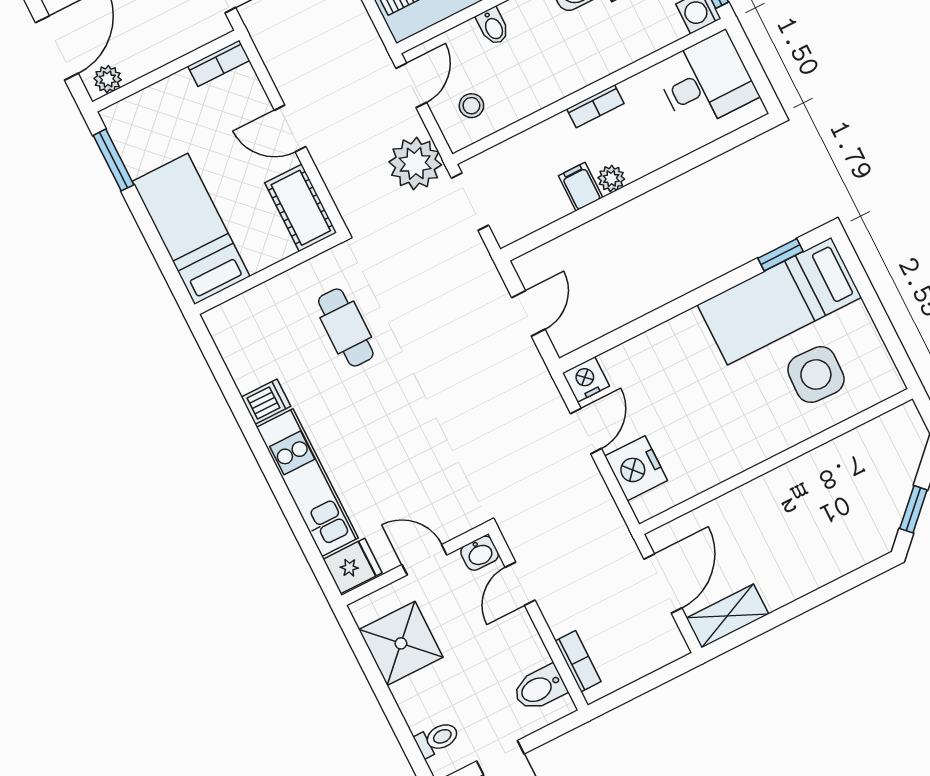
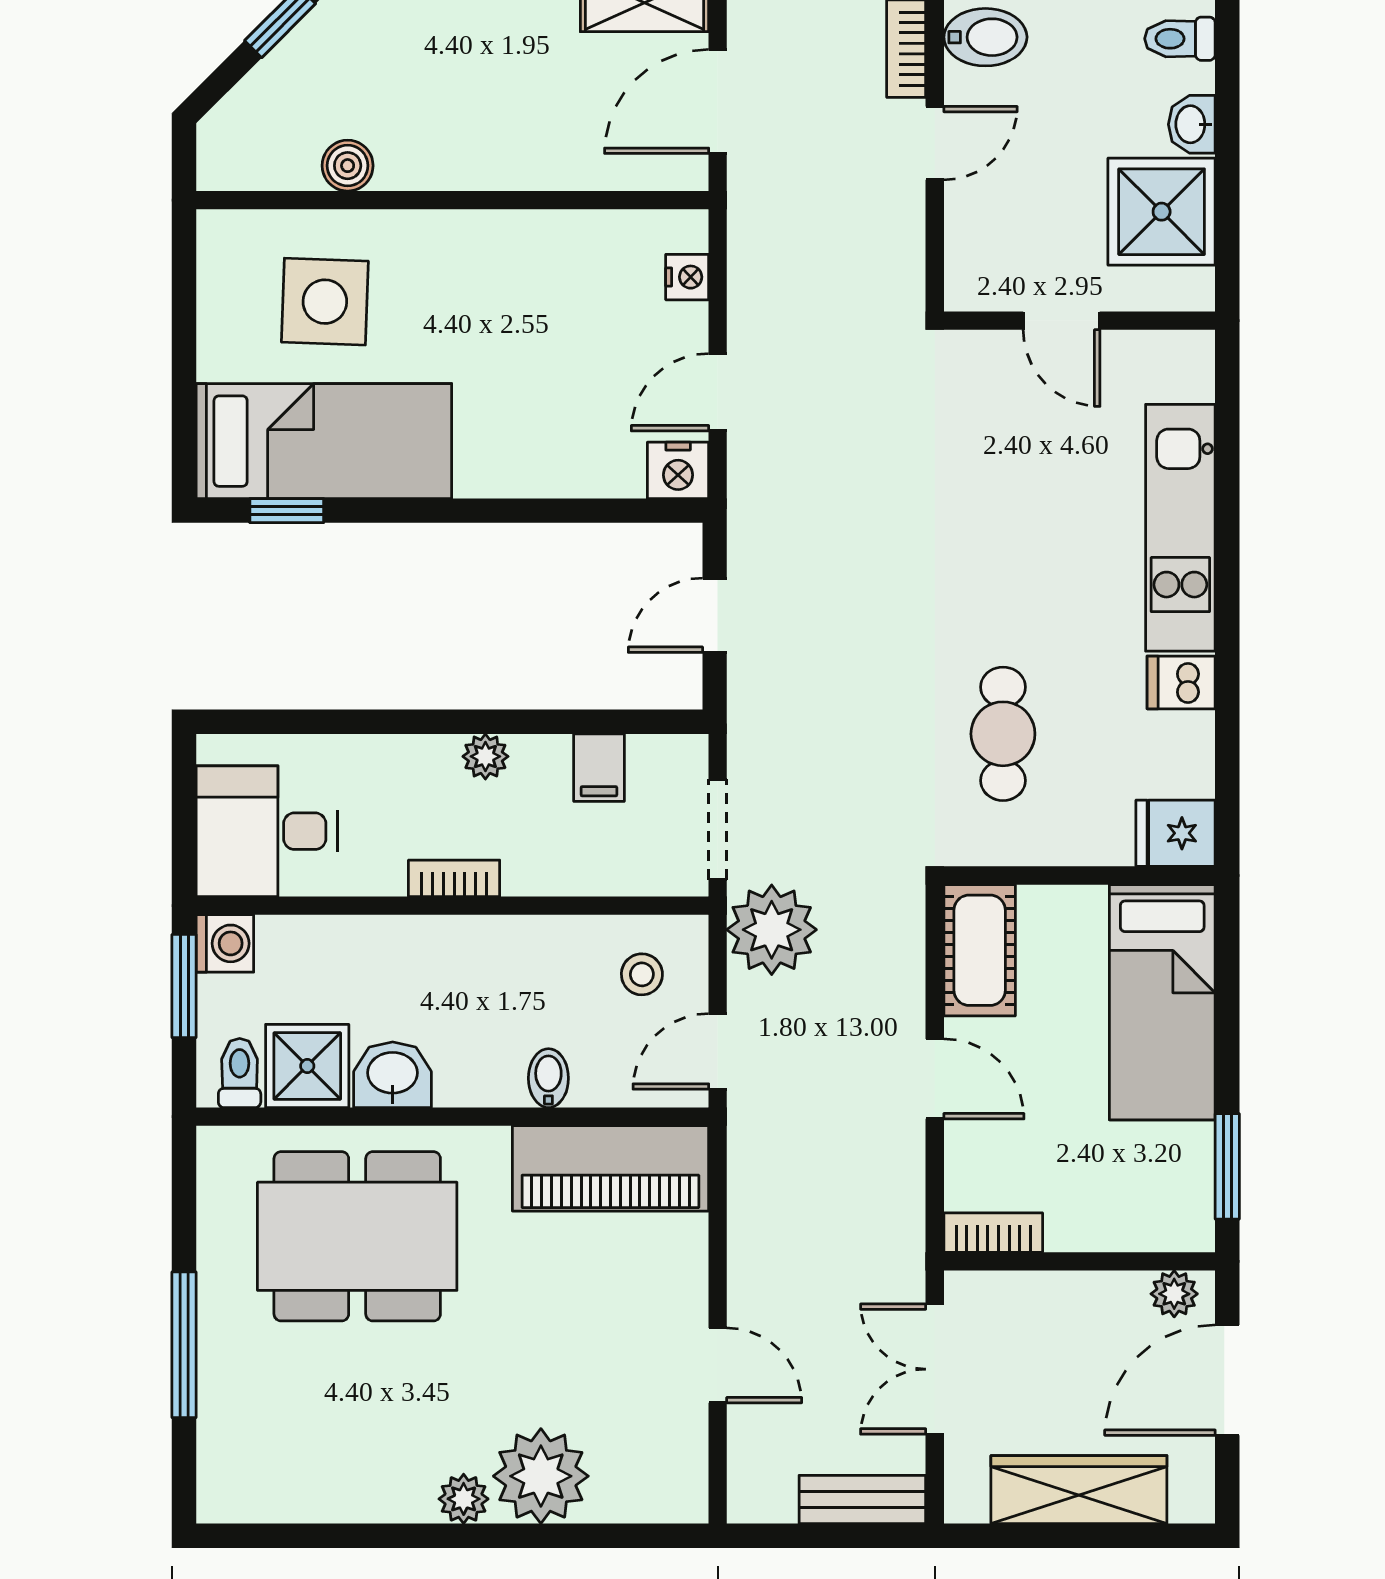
filing cabinet: (581, 187) -> (599, 768), moved
boiler: (840, 452) -> (348, 166), added
nightstand: (636, 468) -> (687, 277), width x0.53, depth x0.56
washbasin: (480, 553) -> (1192, 124), moved, turned -90
fridge: (353, 566) -> (1176, 833), moved
door: (520, 584) -> (935, 143), moved

